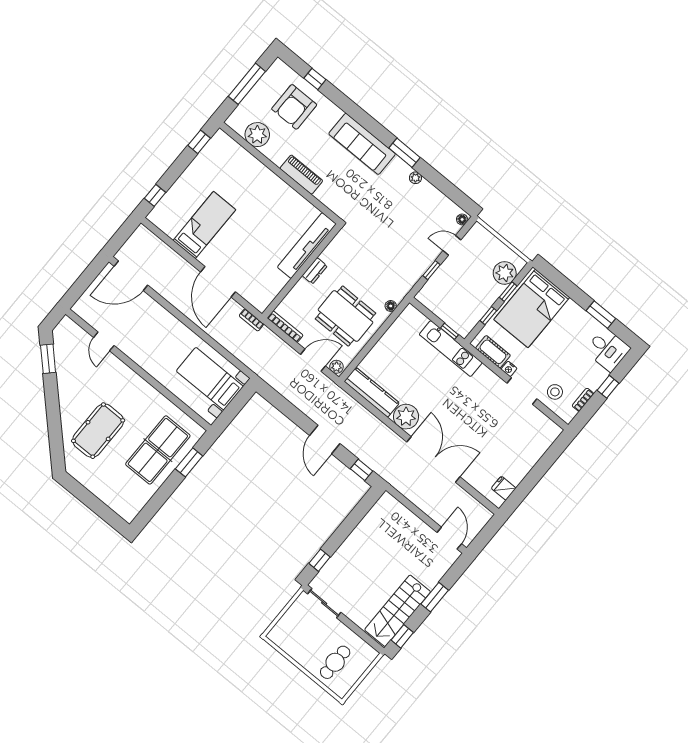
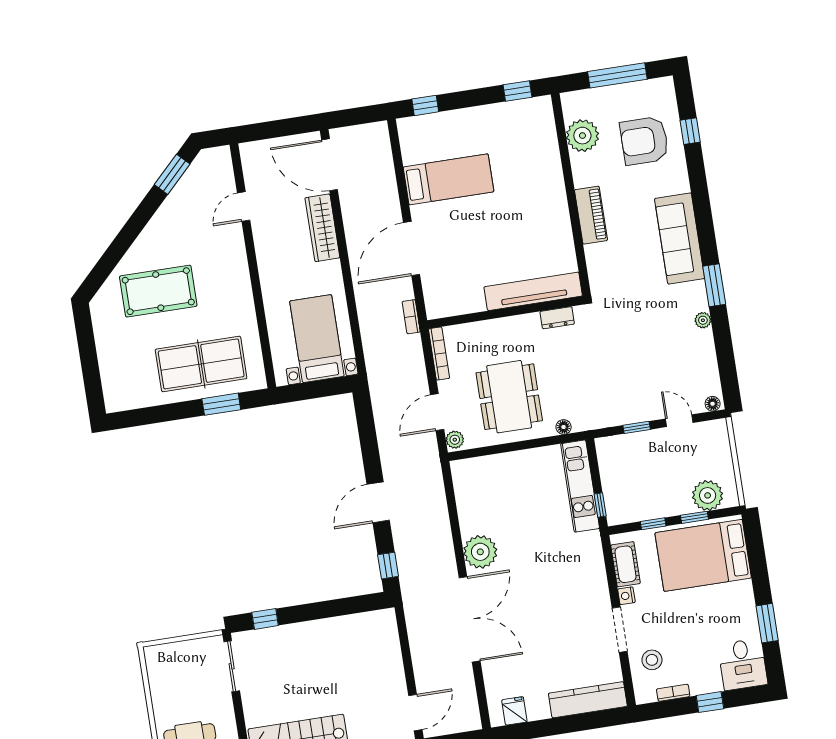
dresser: (315, 271) -> (557, 318), moved
wardrobe: (158, 314) -> (322, 228), added
kitchen unit: (451, 349) -> (580, 486), moved
door: (313, 360) -> (437, 412), swing flipped
kitchen counter: (372, 392) -> (588, 700), moved, turned -90

